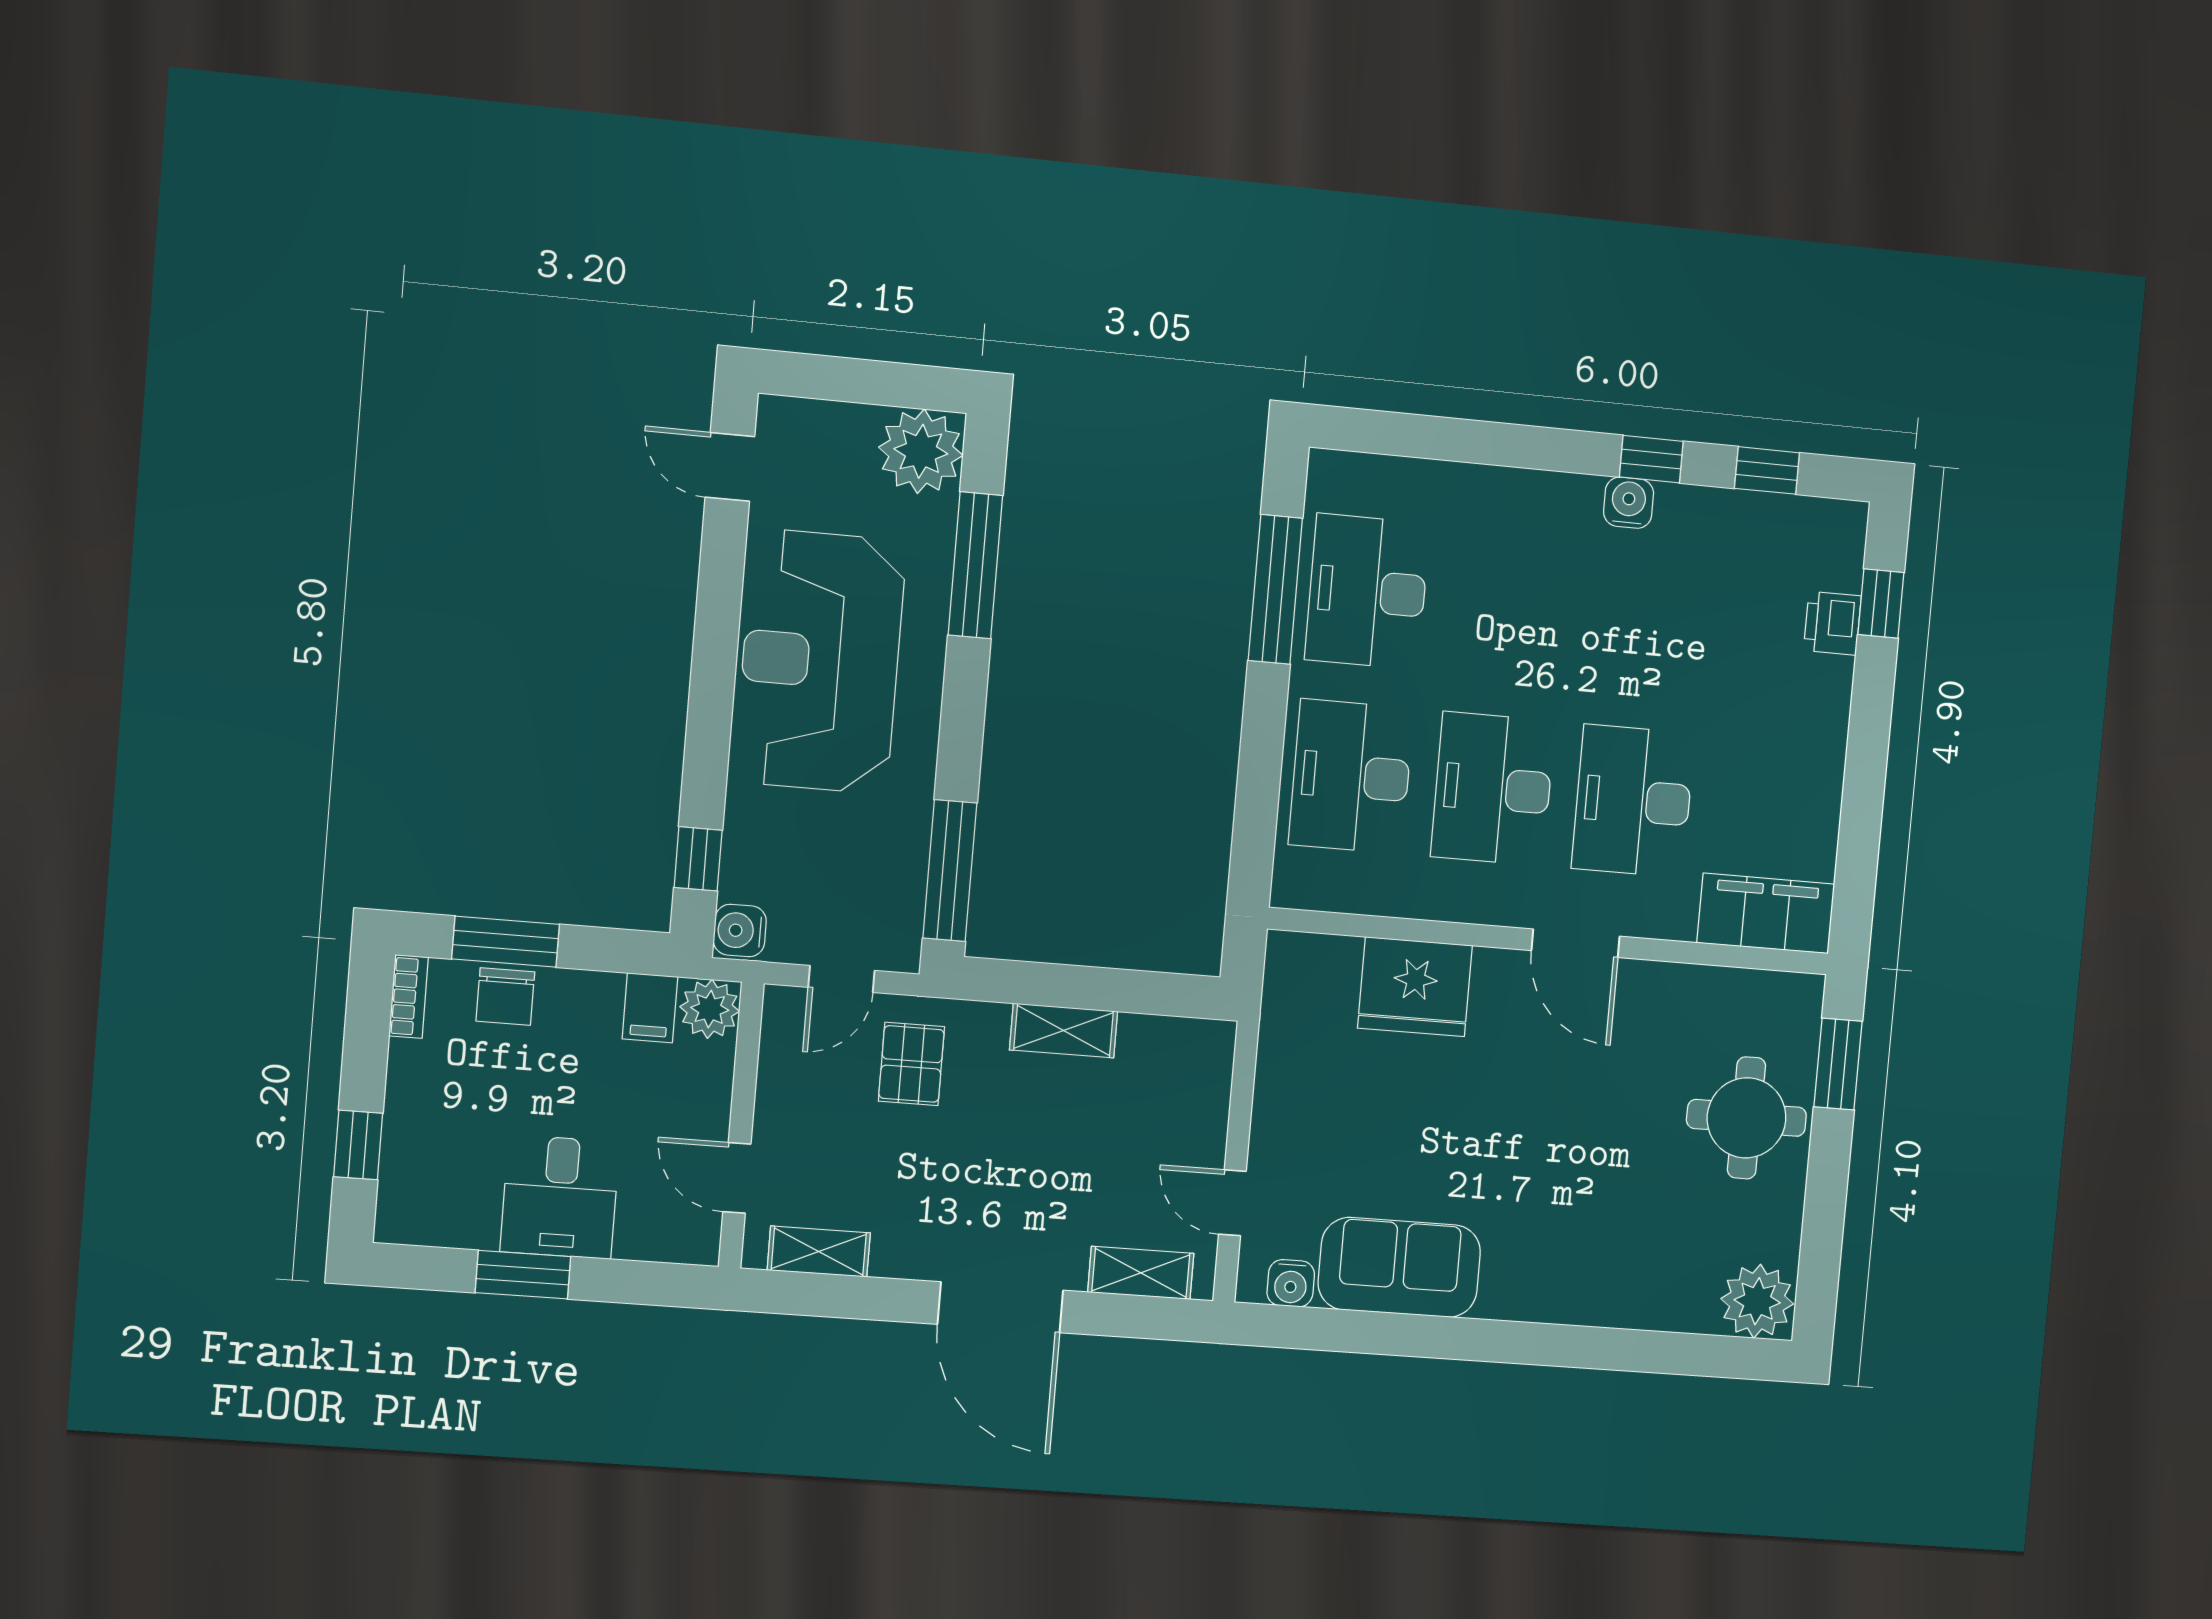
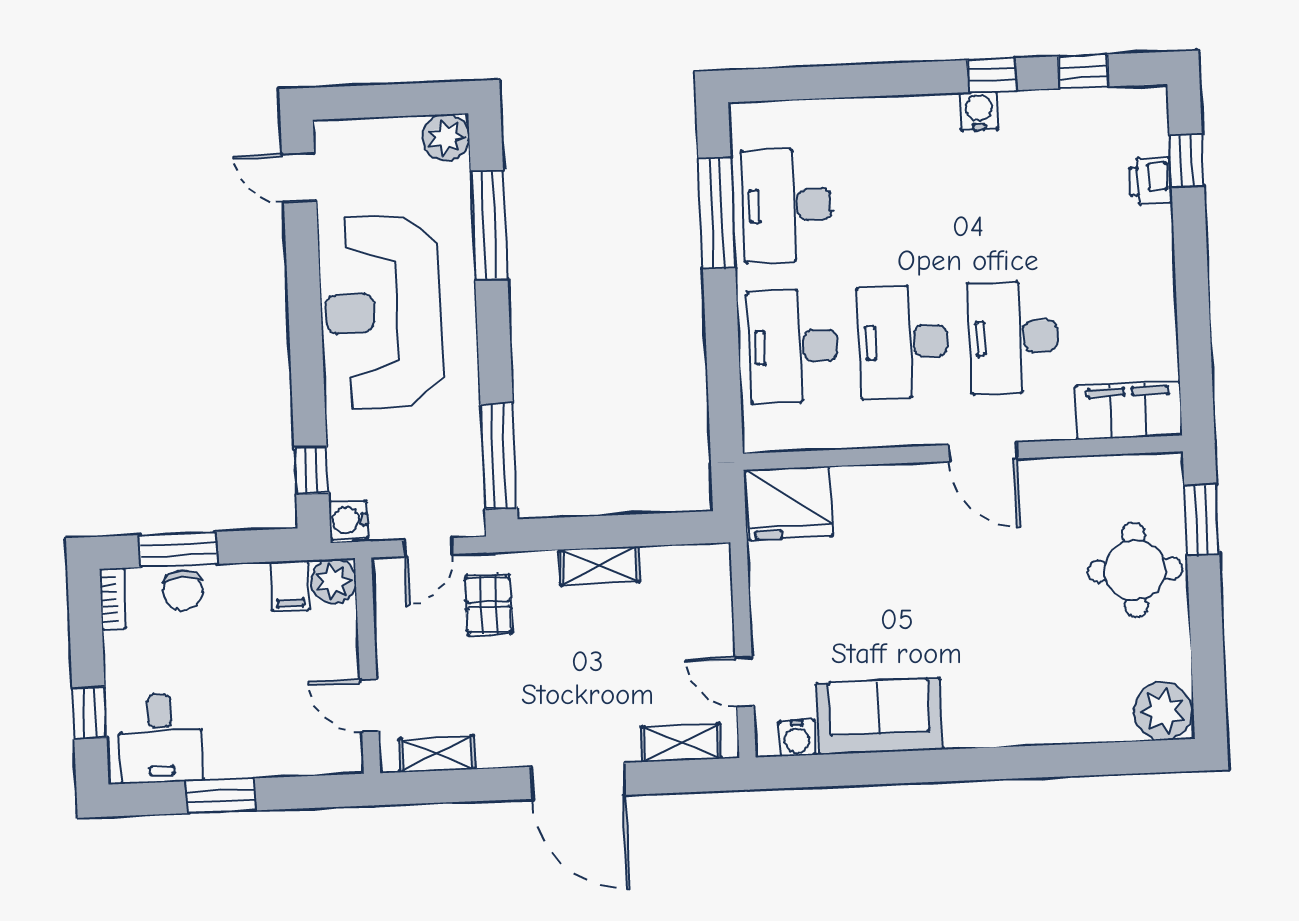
plant: (921, 451) -> (446, 137), width x0.73, depth x0.73
fridge: (1415, 987) -> (789, 503), moved
desk: (560, 1197) -> (161, 738), moved

